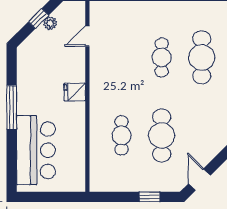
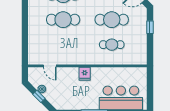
cafe table: (162, 57) -> (63, 20), width x1.37, depth x1.35

